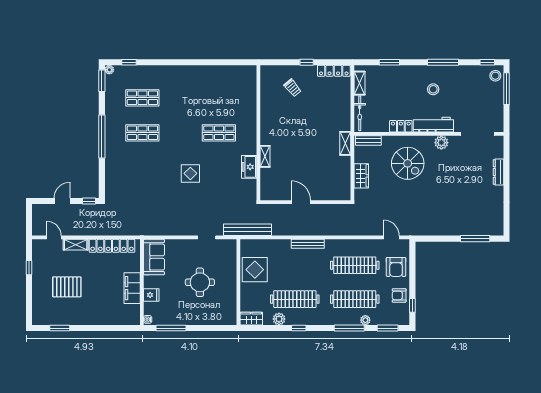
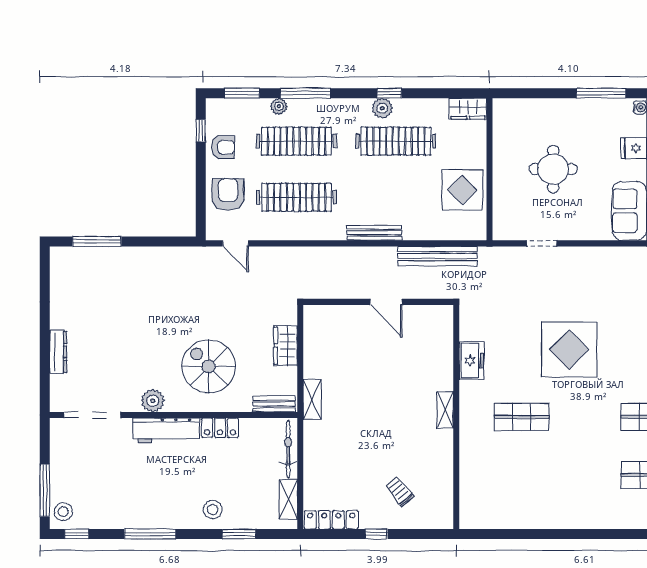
stool: (433, 89) -> (213, 509), moved
shelving: (265, 156) -> (445, 410), moved
display table: (190, 173) -> (569, 350), width x1.86, depth x1.86
bench: (248, 230) -> (437, 256), moved
plant: (279, 319) -> (382, 108), moved

